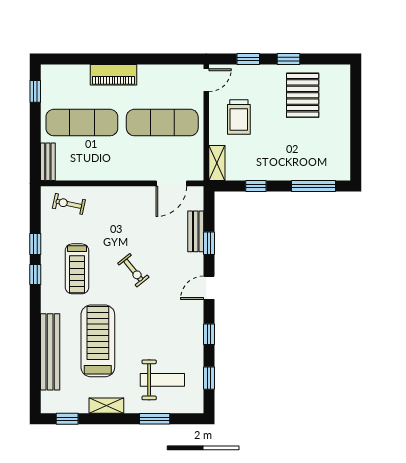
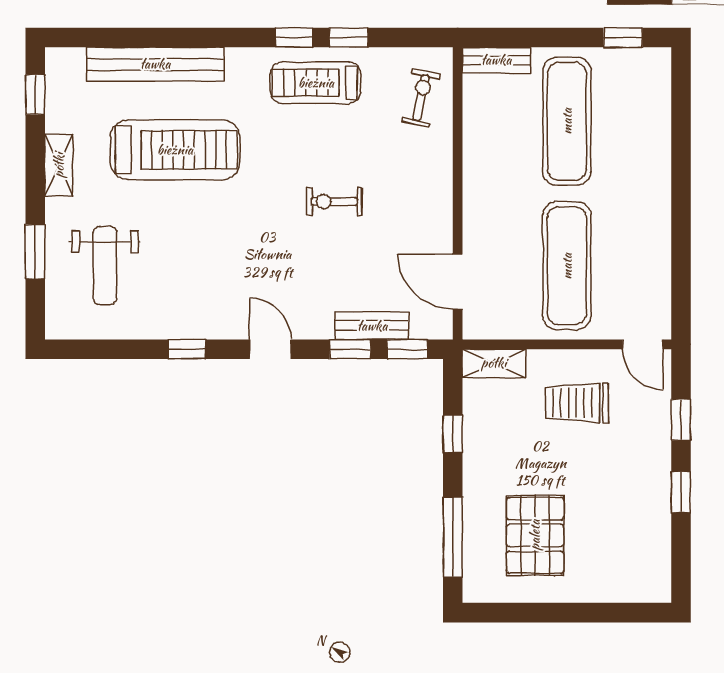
piano: (113, 75) -> (653, 178), removed
pallet: (303, 95) -> (535, 535), moved, turned 90
treadmill: (77, 269) -> (316, 83), moved
exercise bike: (133, 270) -> (334, 202), moved, turned 39
window: (209, 378) -> (407, 349), moved

